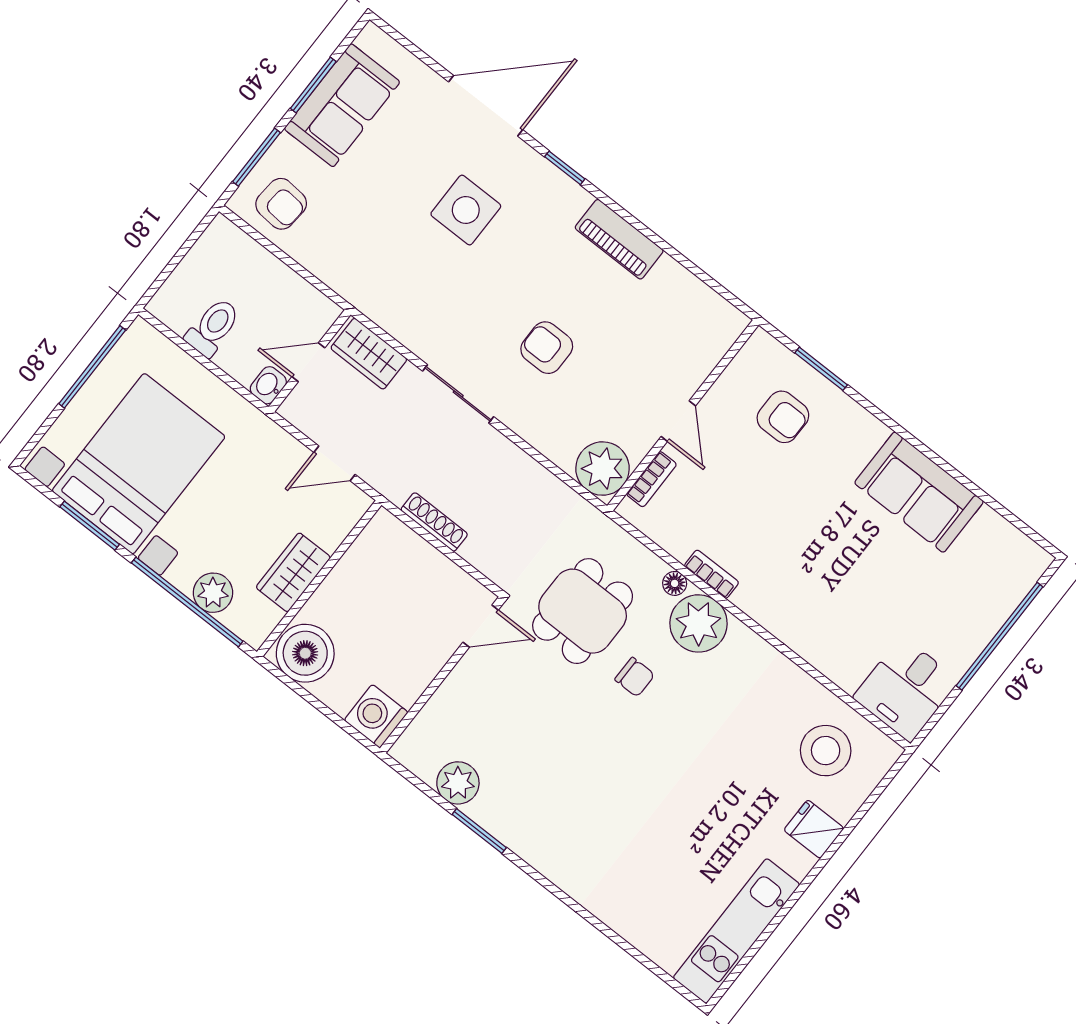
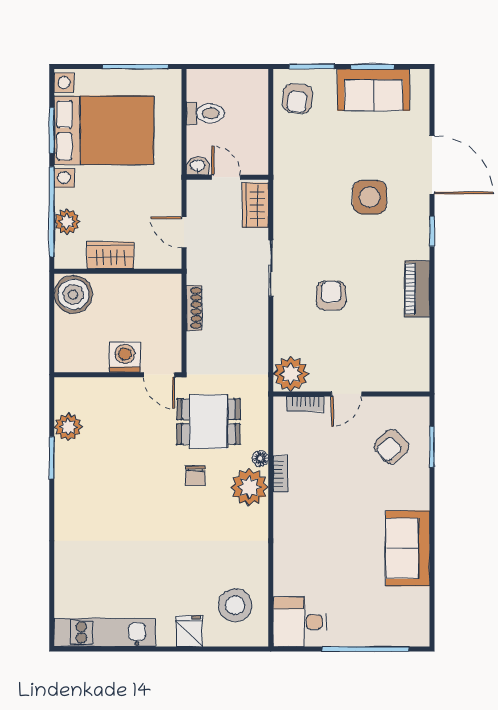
armchair: (783, 417) -> (391, 447), turned 47
washing machine: (376, 716) -> (125, 357), moved

